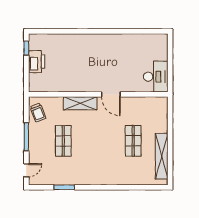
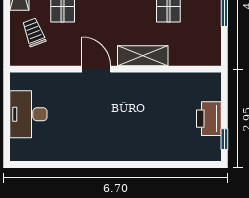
desk: (156, 77) -> (28, 114), moved
trolley: (38, 113) -> (34, 32), moved

